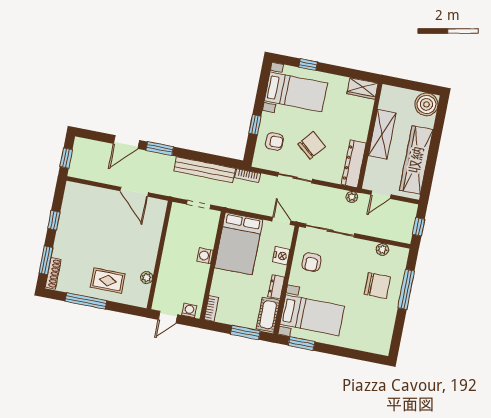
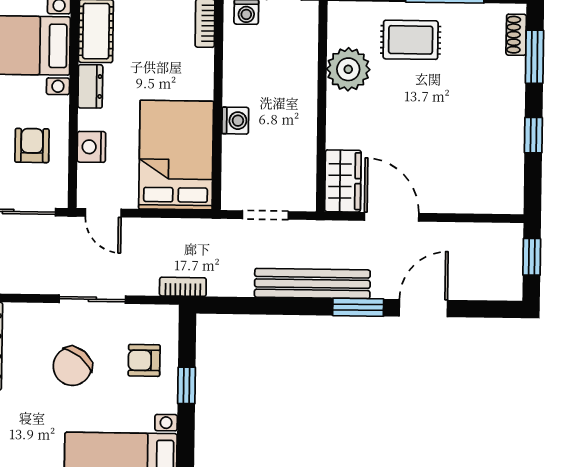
bench: (204, 170) -> (312, 284), moved
wardrobe: (156, 215) -> (343, 181), added
shoe rack: (53, 273) -> (516, 35), width x0.70
plant: (147, 278) -> (348, 69), width x1.87, depth x1.87

